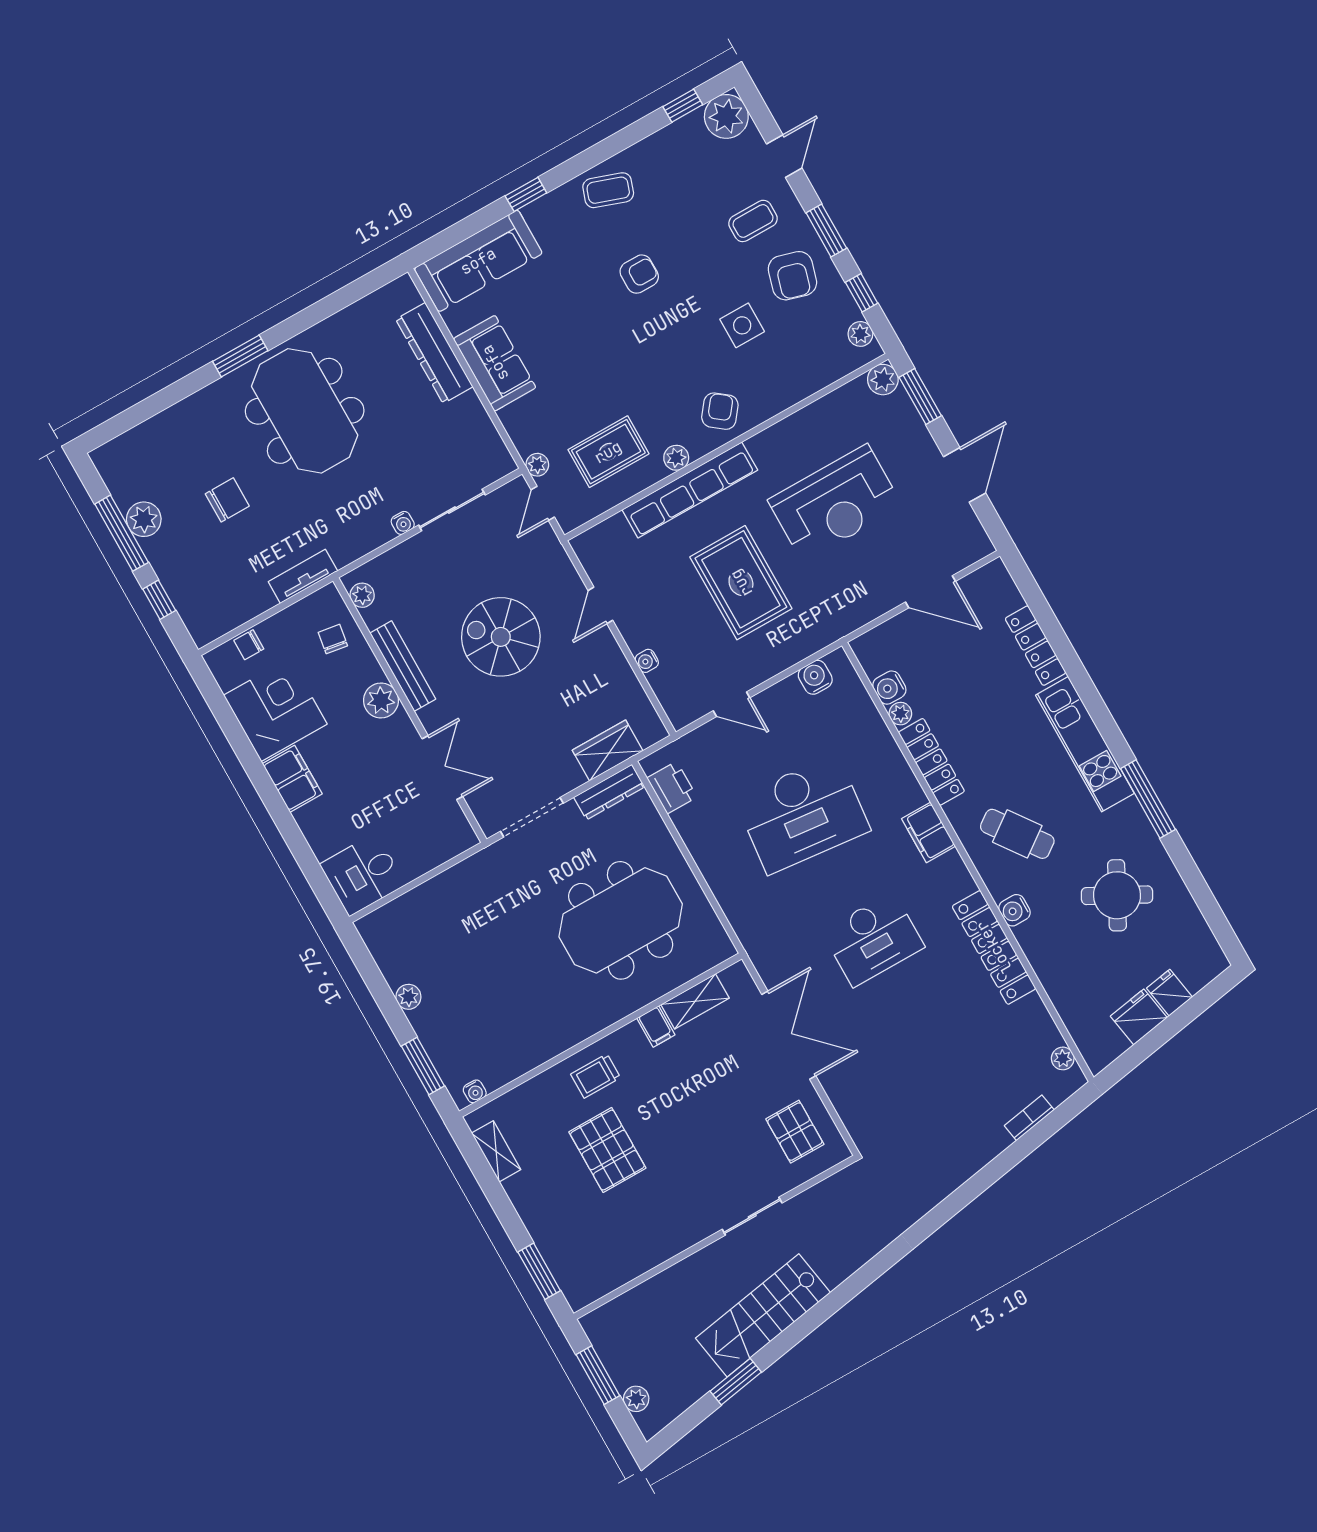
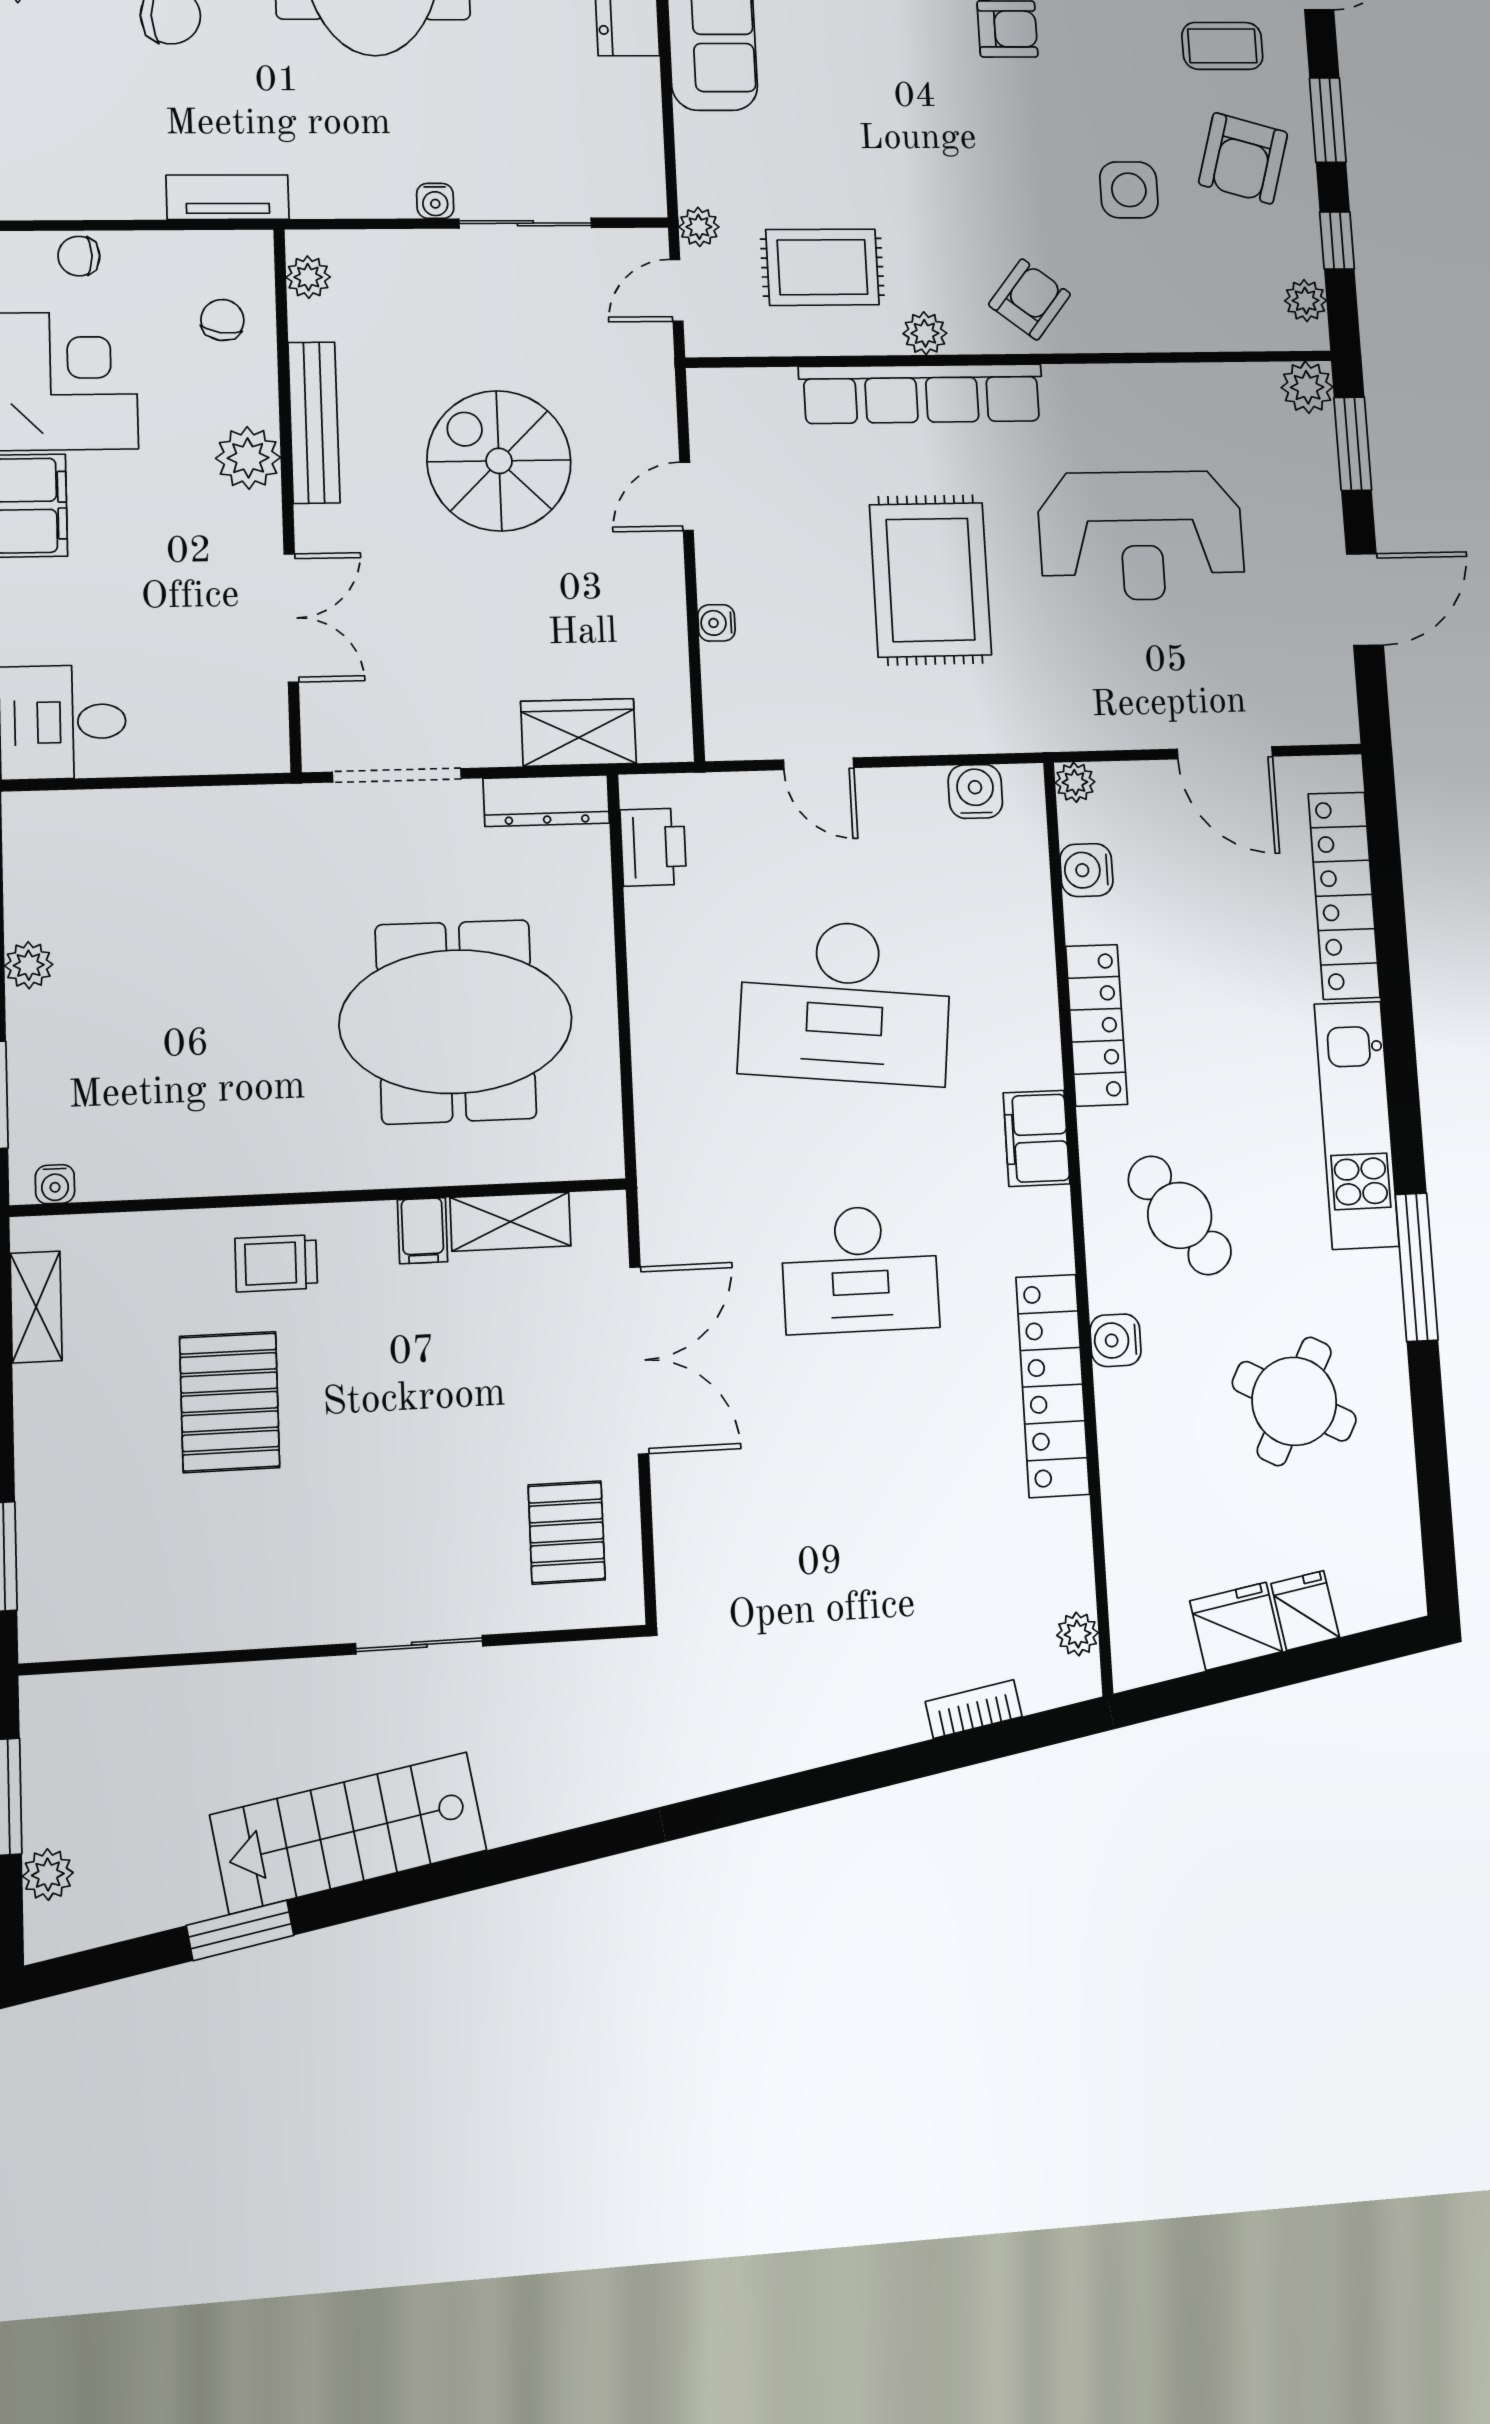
locker: (1035, 646) -> (1344, 895), width x1.41, depth x1.21
plant: (900, 714) -> (1075, 782), moved

